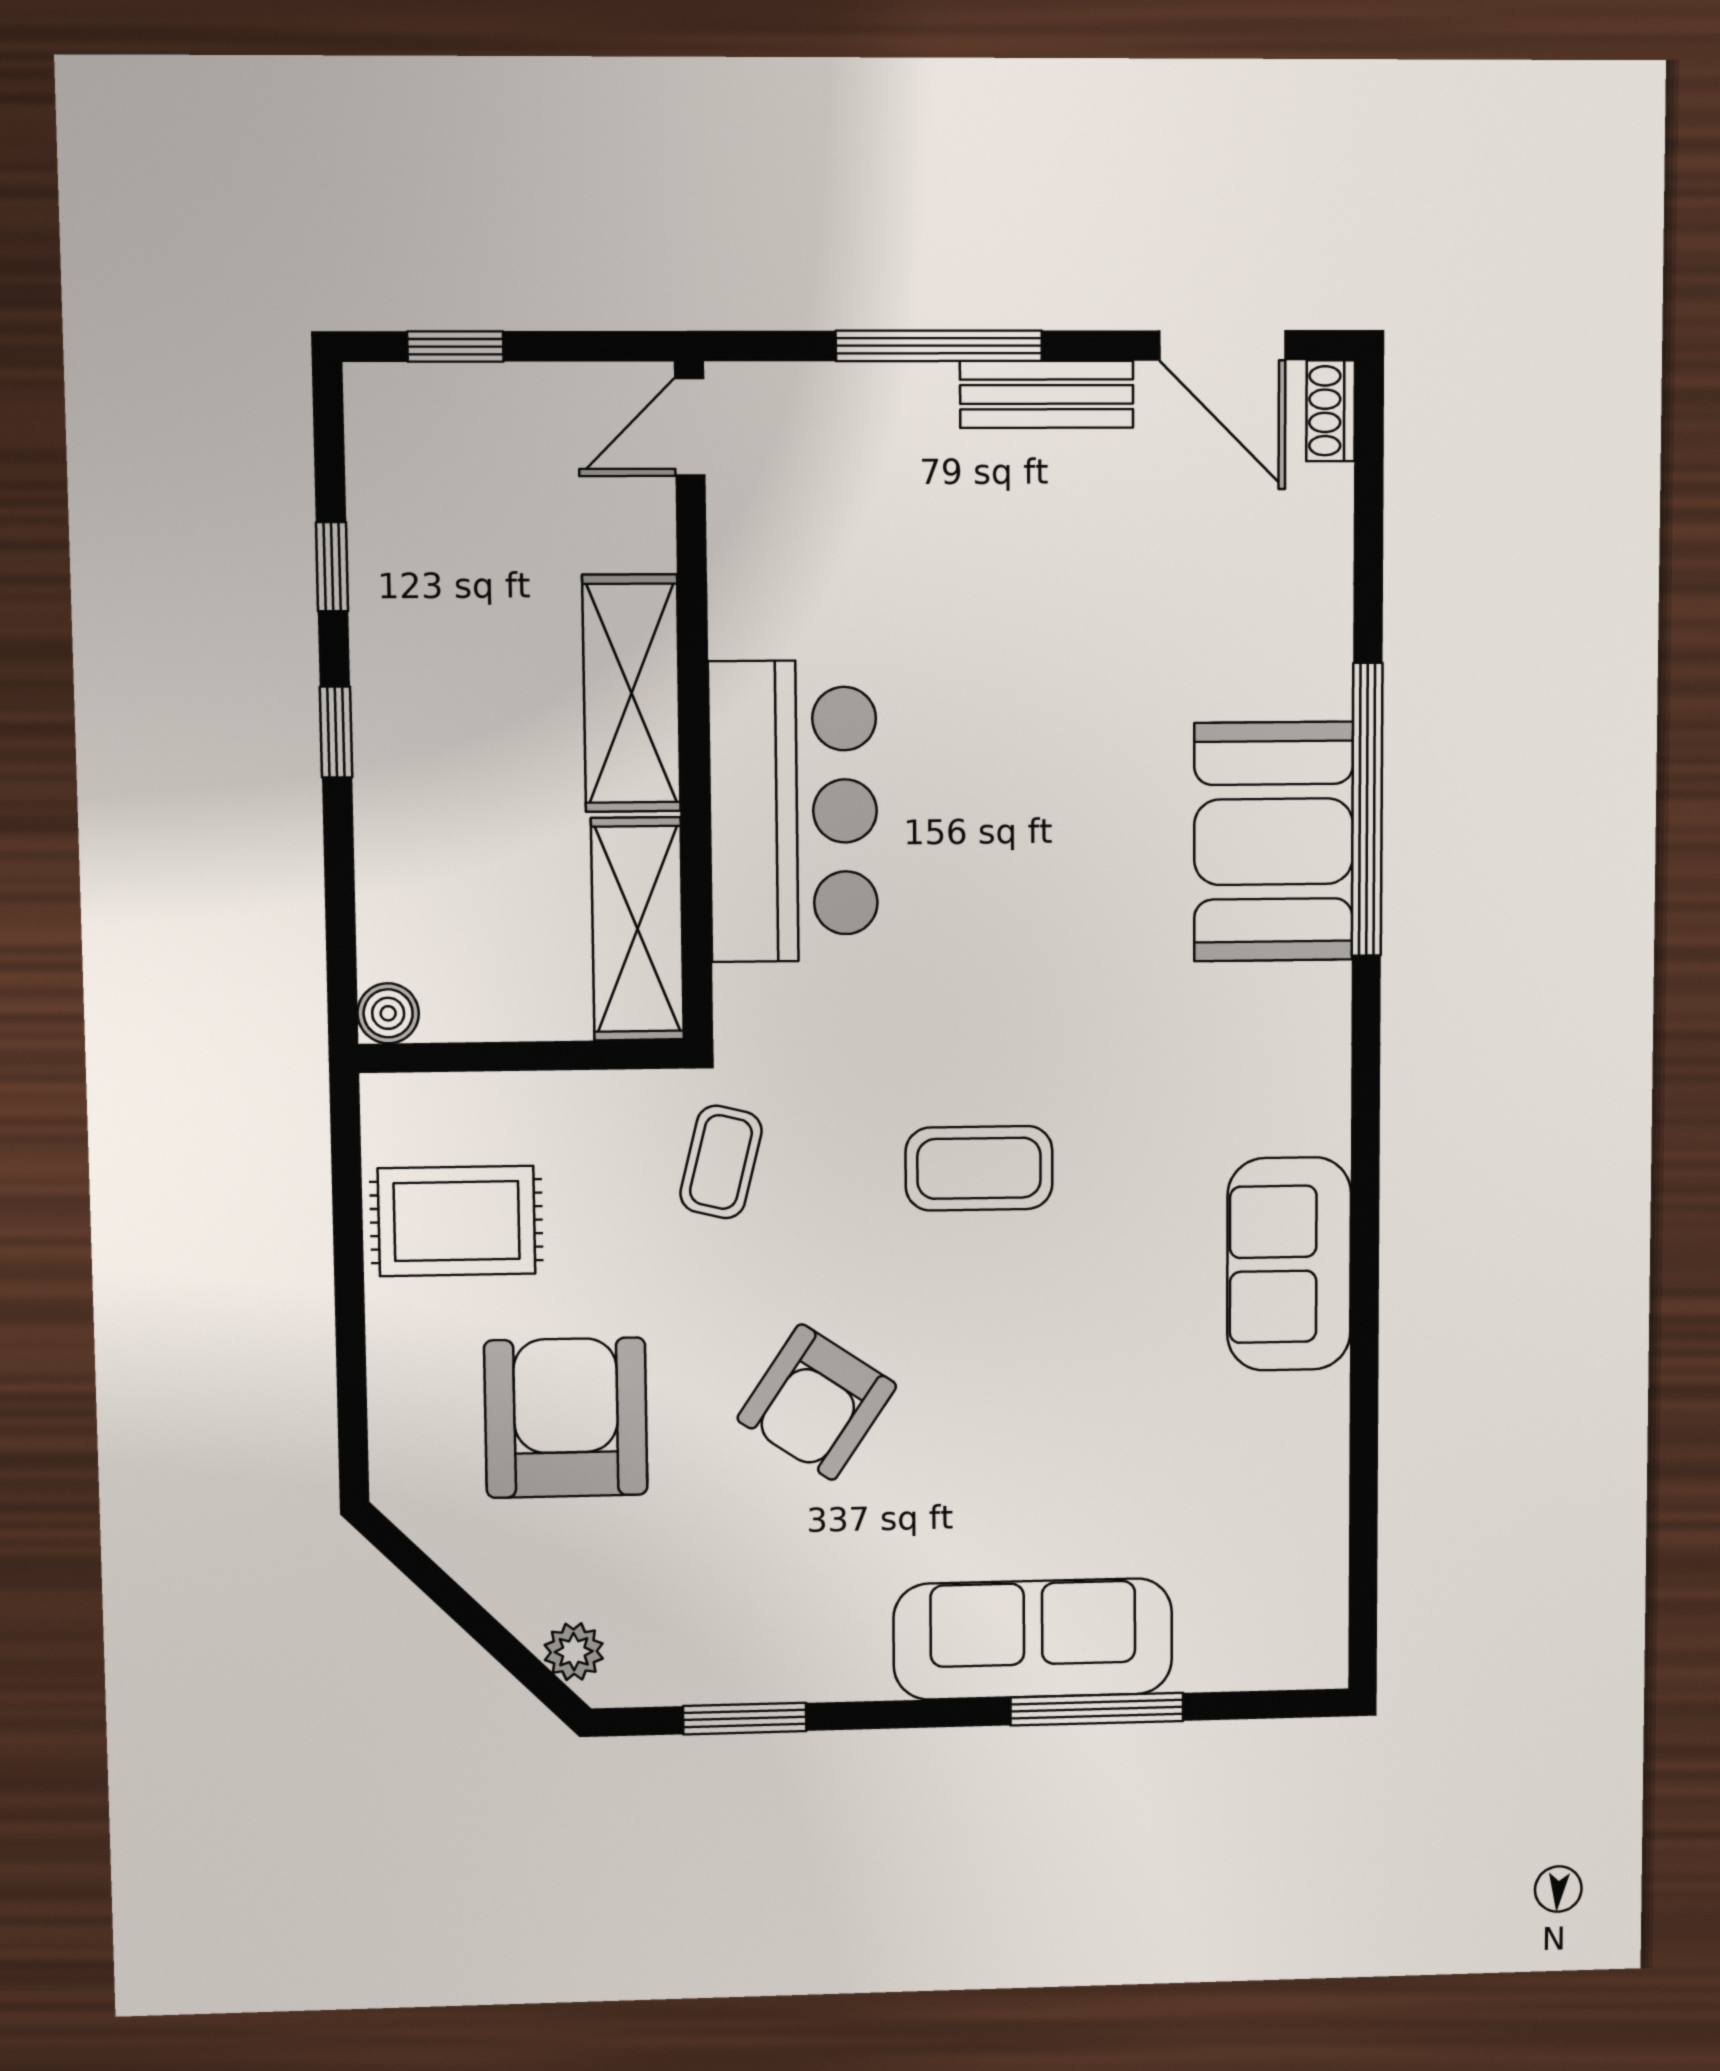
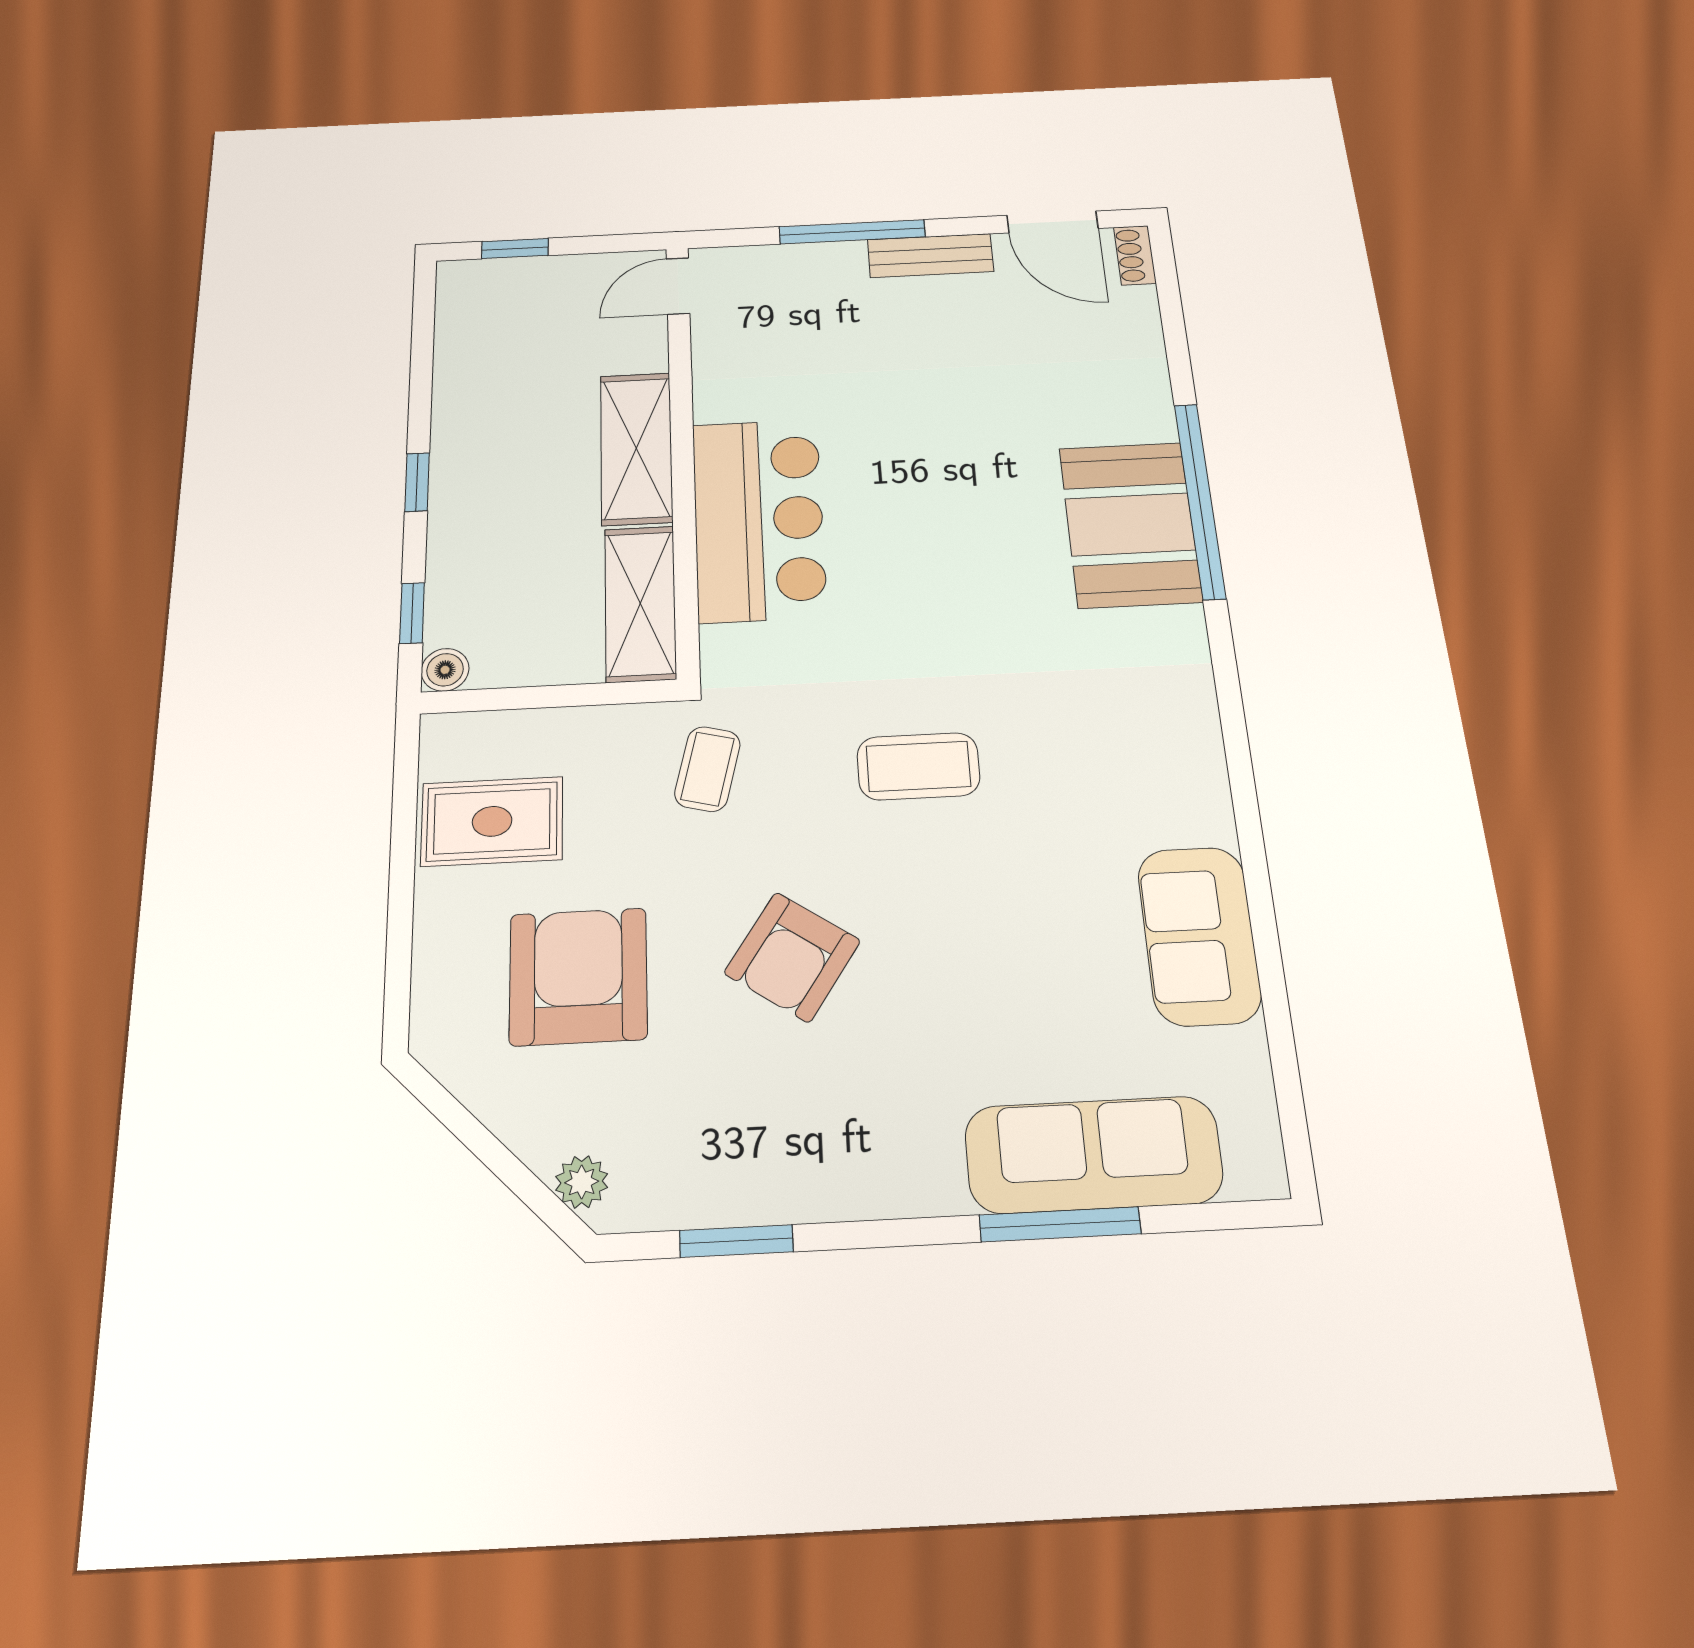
window: (332, 567) -> (412, 613), moved
sofa: (1289, 1264) -> (1199, 936), moved
sofa: (1033, 1639) -> (1093, 1155), moved

